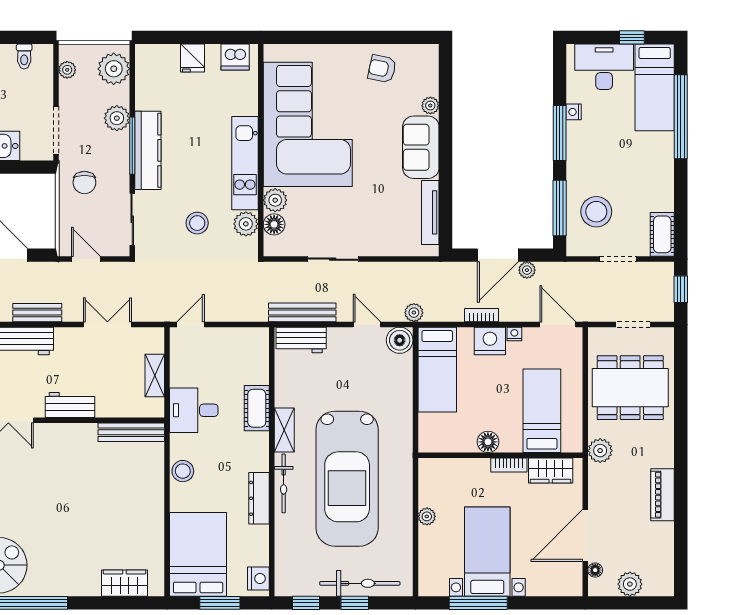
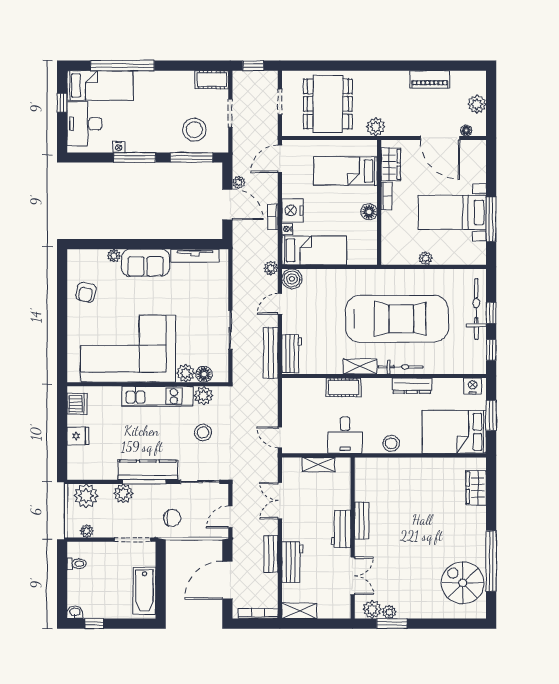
nightstand: (514, 334) -> (287, 229), moved
bench: (131, 432) -> (362, 521), moved, width x0.73
piano: (663, 495) -> (430, 79), moved

